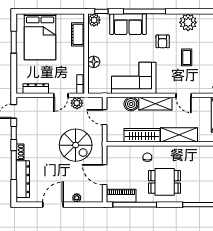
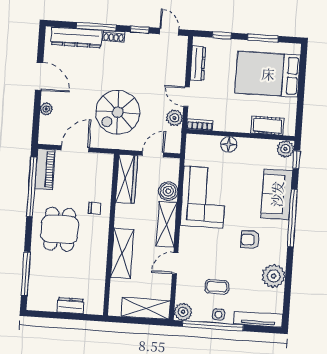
coffee table: (187, 57) -> (217, 287), moved
window: (14, 72) -> (222, 35), added
wardrobe: (142, 135) -> (127, 179), moved

